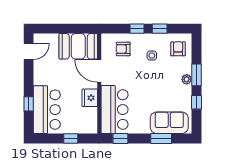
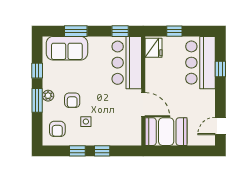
armchair: (123, 49) -> (72, 100), moved, turned 90
fridge: (90, 98) -> (154, 48), moved

